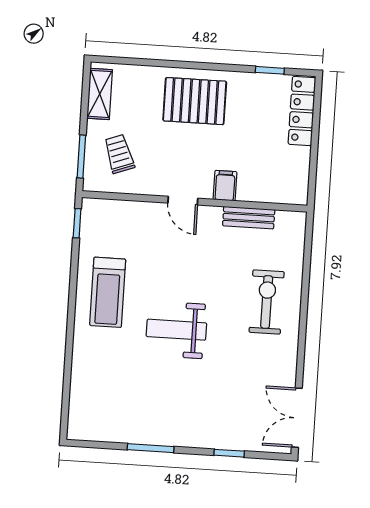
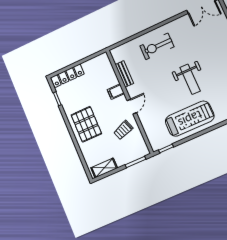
trolley: (119, 154) -> (123, 130), moved
treadmill: (108, 292) -> (190, 119), width x1.37, depth x1.38

